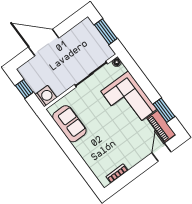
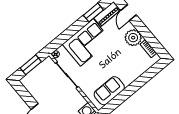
door: (161, 152) -> (129, 13), hinge flipped
plant: (131, 156) -> (133, 38), added

